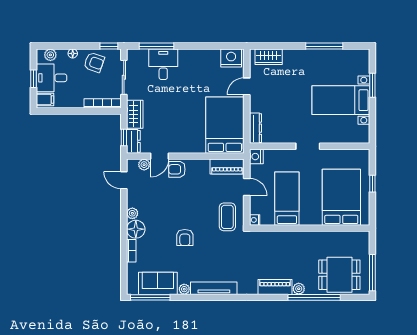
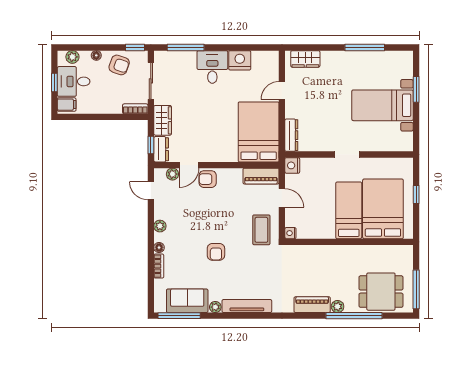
nightstand: (231, 58) -> (240, 60), moved
desk: (163, 64) -> (212, 67), moved
bookcase: (103, 103) -> (135, 109), width x0.64
bed: (287, 199) -> (349, 210), moved
floor lamp: (136, 229) -> (159, 248), width x0.53, depth x0.53

